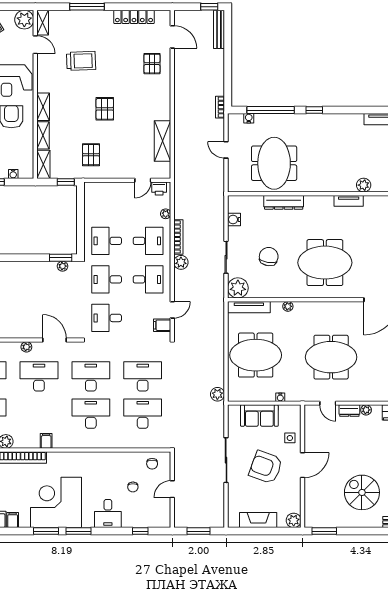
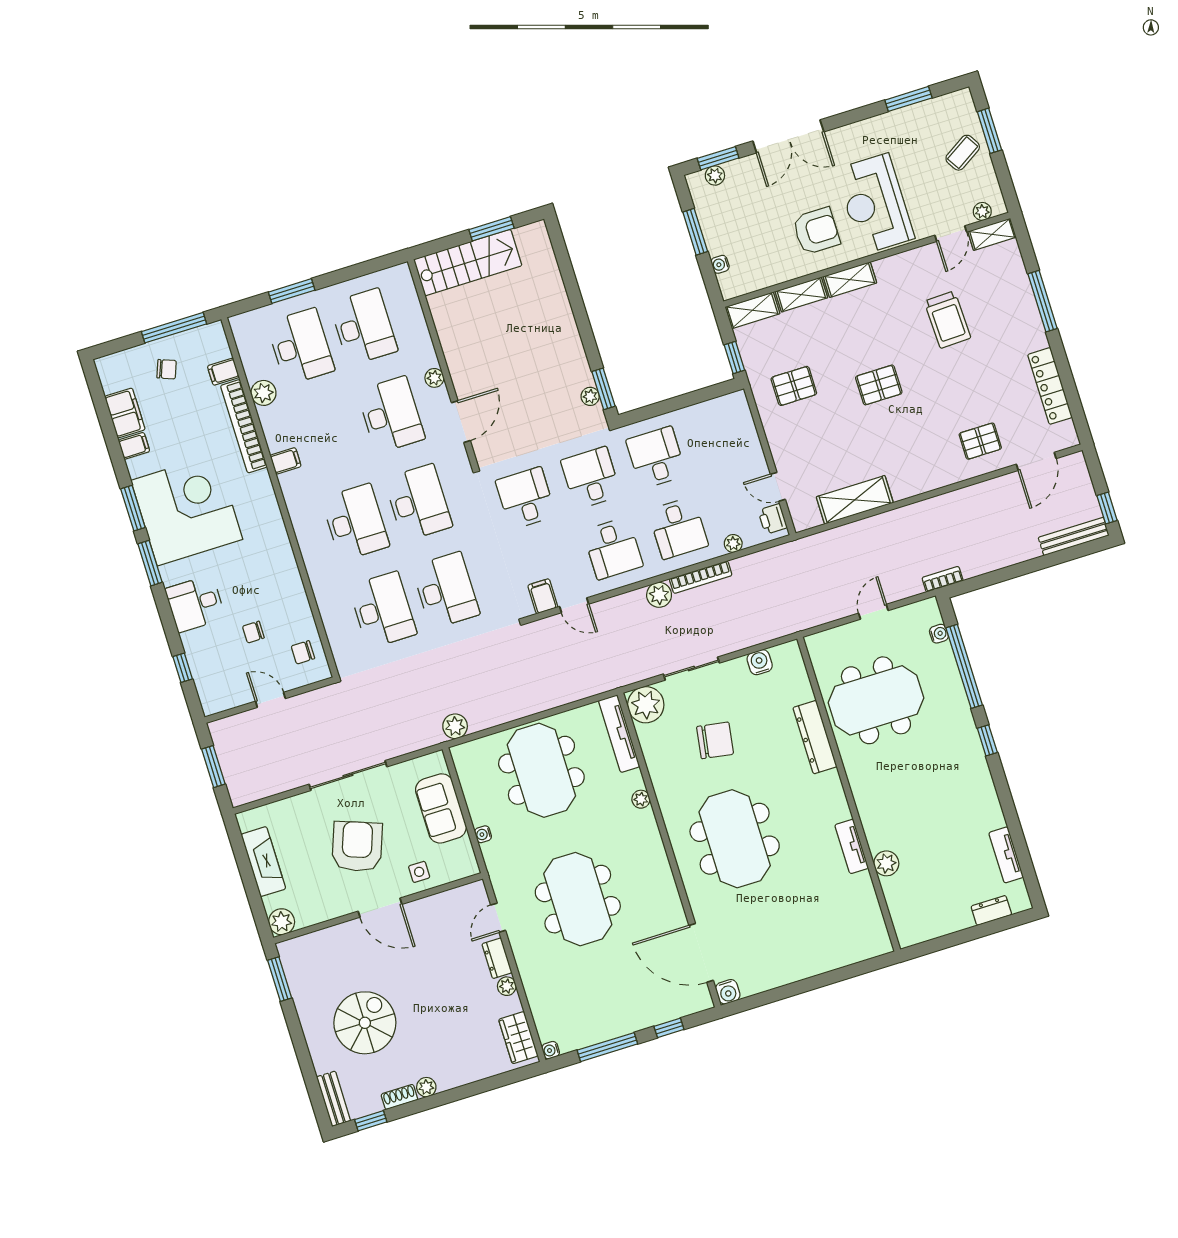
plant: (24, 20) -> (982, 211), width x0.53, depth x0.53

